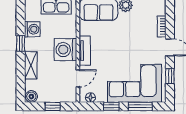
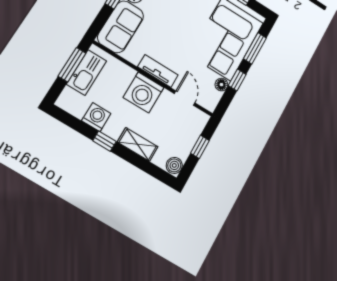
floor lamp: (90, 98) -> (221, 85), moved

